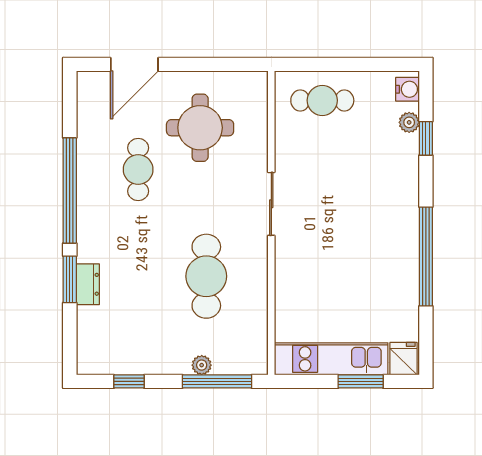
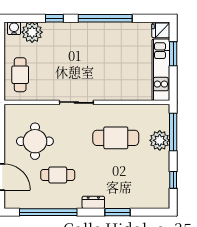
plant: (409, 122) -> (32, 32), width x1.87, depth x1.87
window: (426, 138) -> (54, 18), moved
window: (70, 190) -> (48, 212), moved
dresser: (88, 284) -> (93, 202), moved
plant: (202, 365) -> (160, 140), width x1.88, depth x1.88

